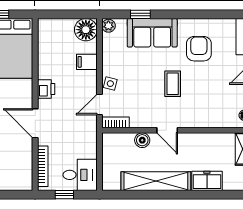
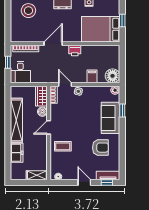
coffee table: (173, 84) -> (63, 146), moved
wardrobe: (118, 142) -> (41, 96), added

